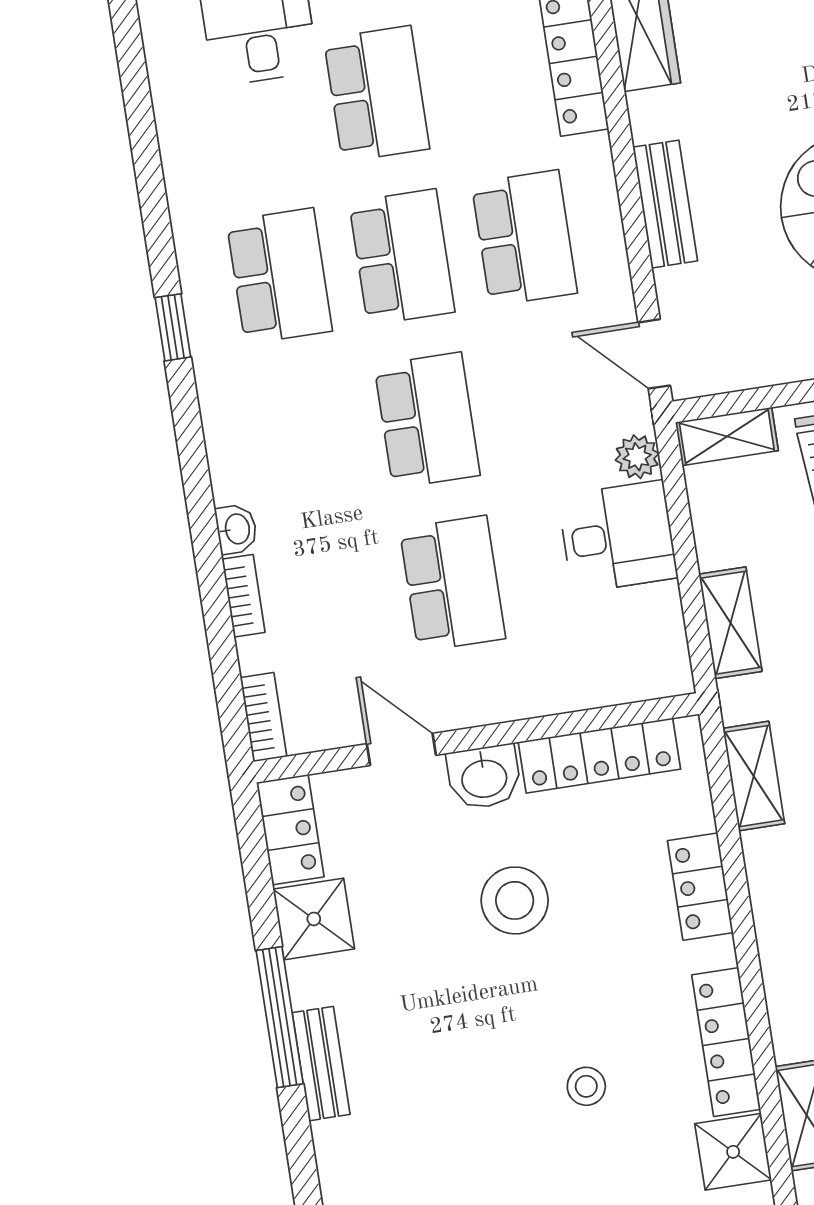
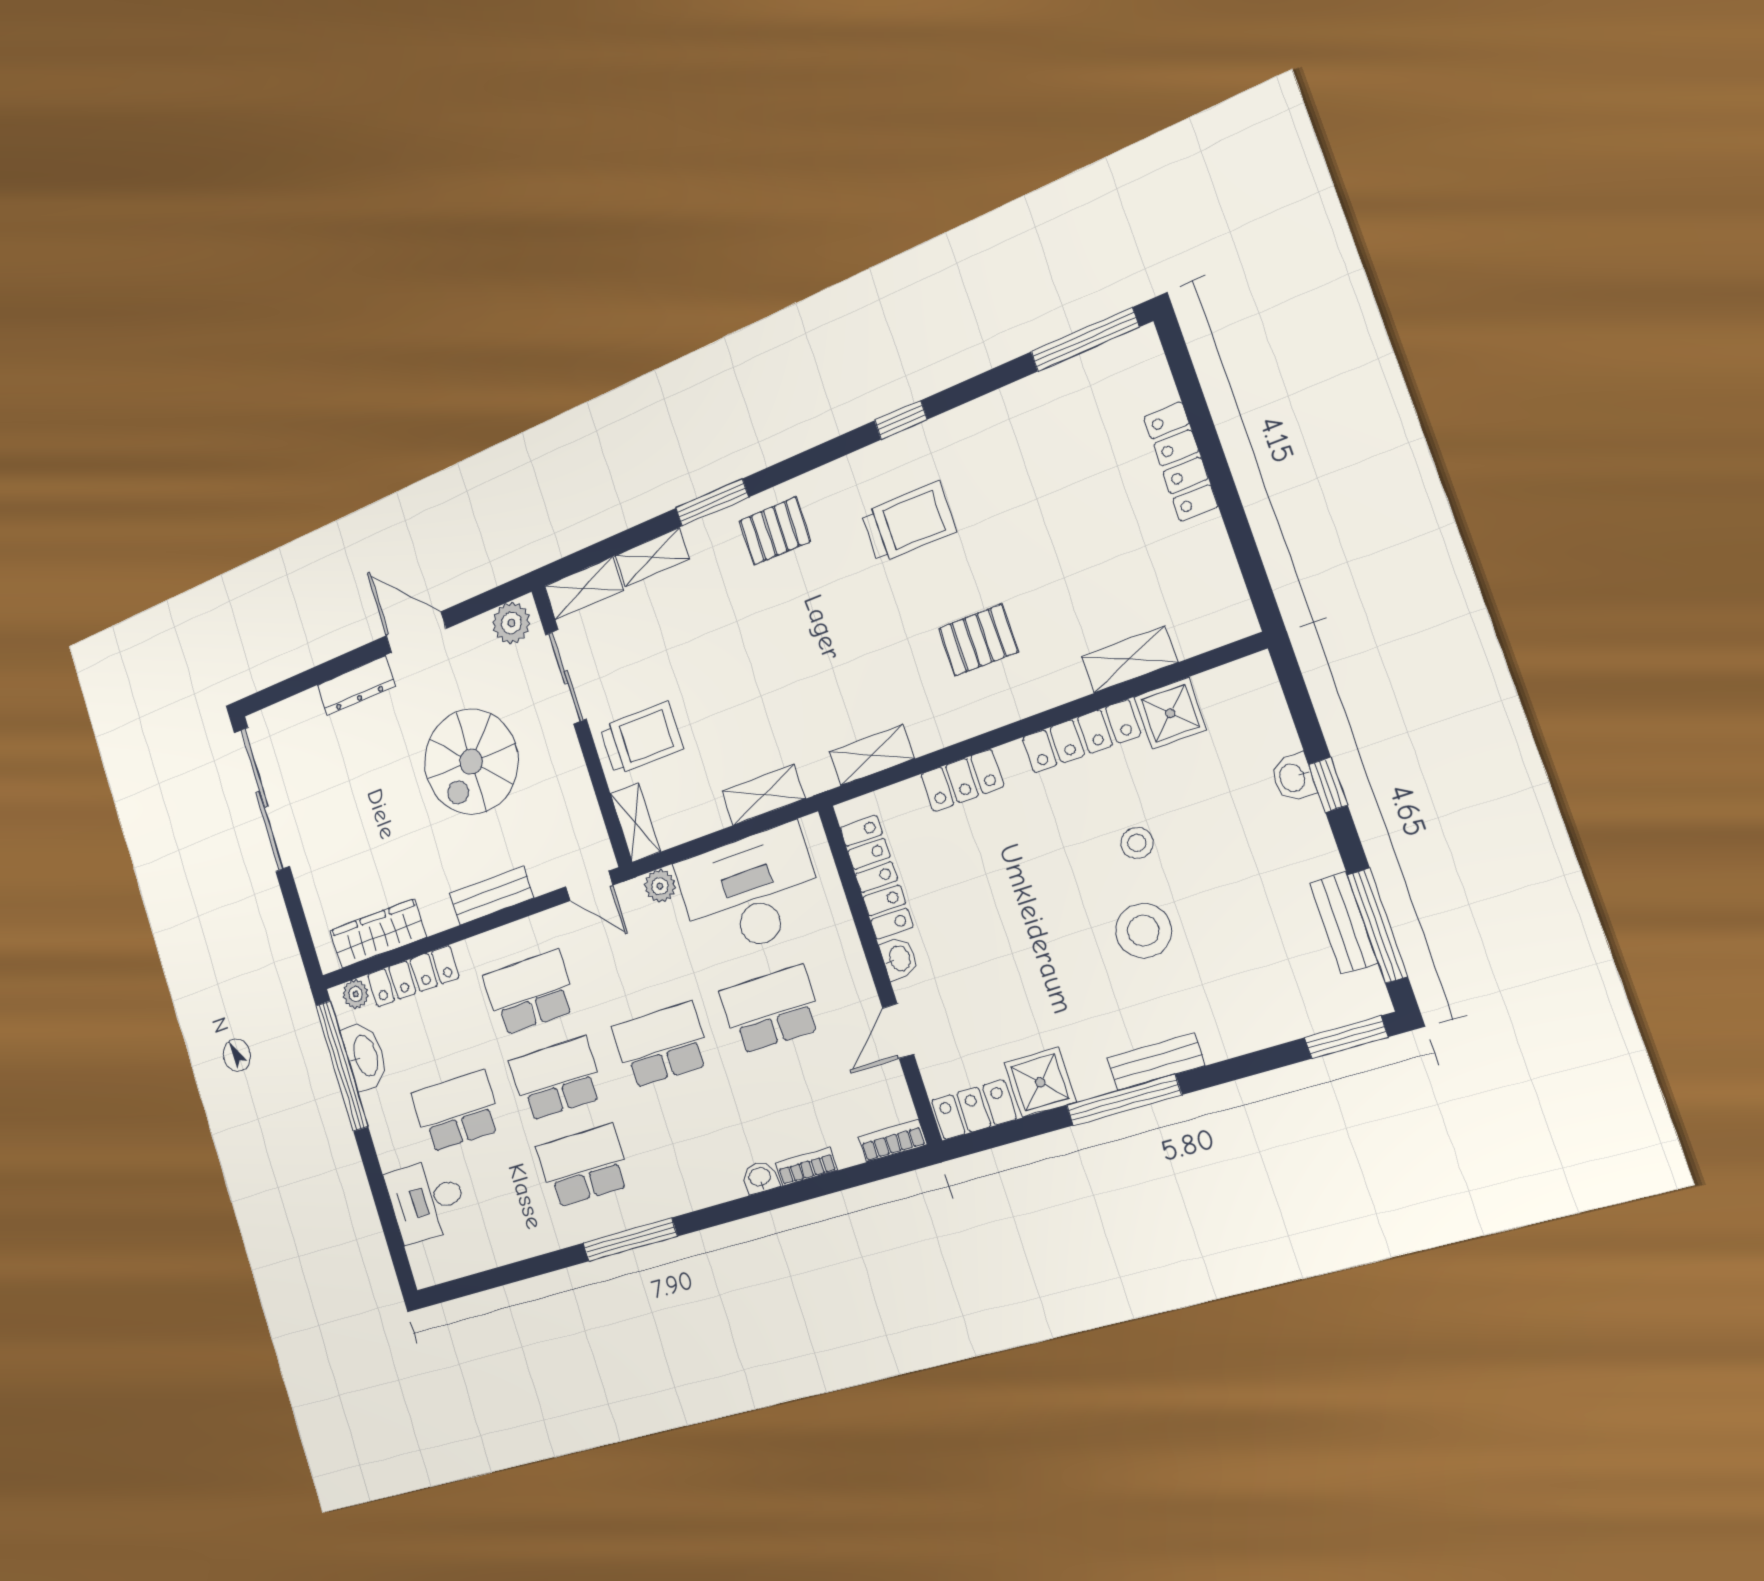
window: (173, 327) -> (630, 1240), width x2.17
door: (654, 354) -> (589, 886), hinge flipped
desk: (618, 537) -> (750, 892), width x1.87, depth x1.30
washbasin: (484, 777) -> (899, 959), width x0.72, depth x0.69
stool: (515, 900) -> (1143, 931), moved

